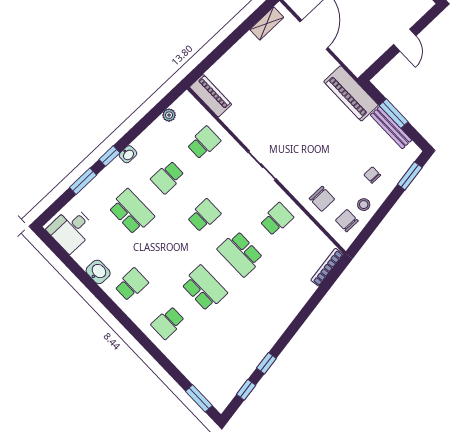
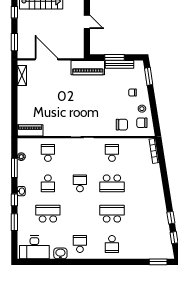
window: (148, 119) -> (14, 168), added
desk: (71, 229) -> (34, 247), width x1.37

